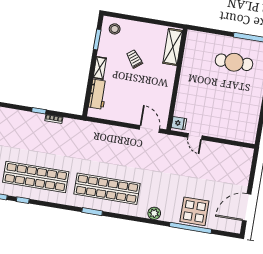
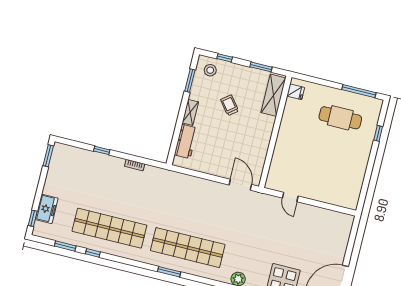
window: (127, 17) -> (225, 58), added
window: (160, 22) -> (261, 67), added
window: (39, 111) -> (102, 150), moved
fridge: (179, 123) -> (296, 92), moved

